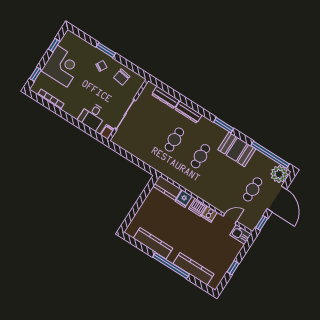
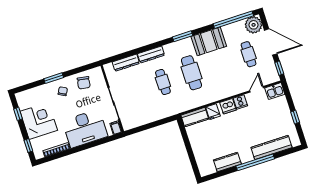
desk: (92, 116) -> (85, 128), width x1.87, depth x1.30
cafe table: (200, 156) -> (191, 73), width x1.37, depth x1.35
kitchen counter: (153, 243) -> (227, 162), width x0.67

